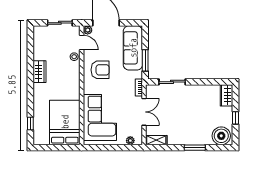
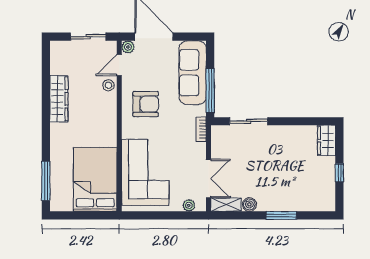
door: (82, 43) -> (119, 65), swing flipped
window: (145, 60) -> (210, 91), width x1.44
wardrobe: (39, 72) -> (59, 99), width x1.50
double door: (144, 112) -> (209, 178), moved
window: (30, 124) -> (46, 181), width x2.17
boiler: (221, 136) -> (249, 204), moved, width x0.54, depth x0.54

